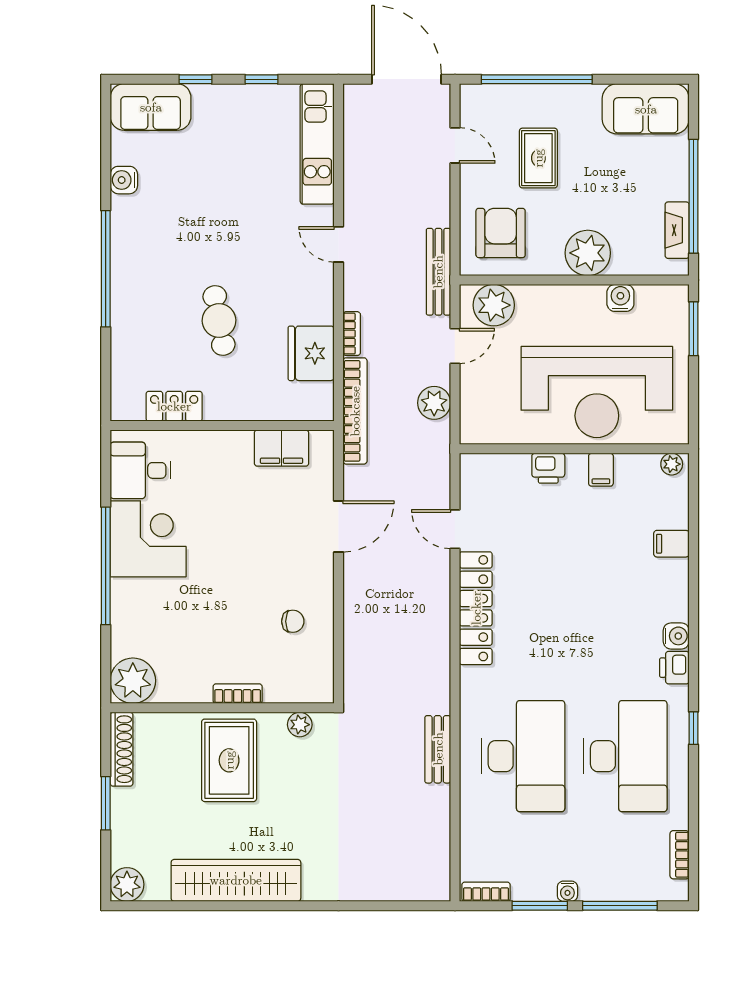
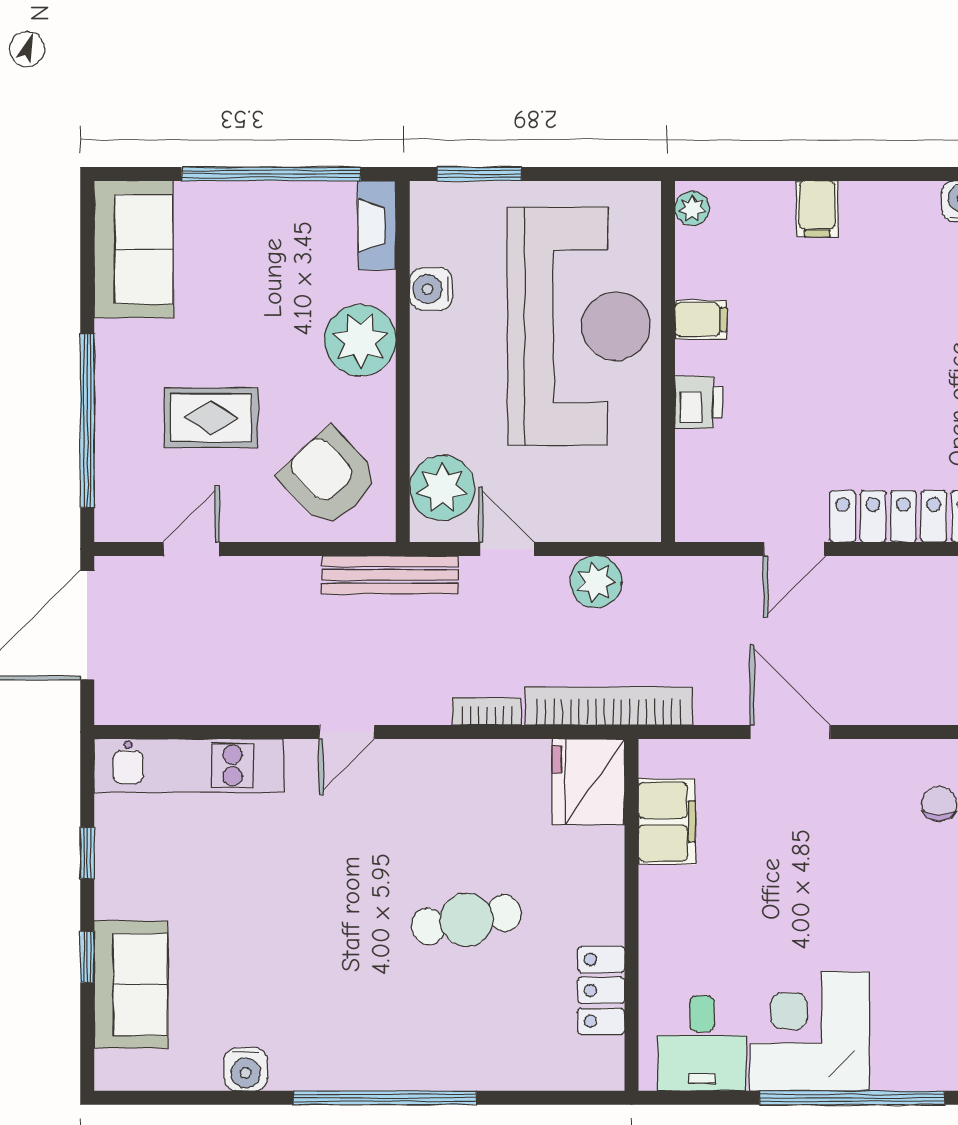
sofa: (151, 107) -> (131, 984), moved
fireplace: (677, 230) -> (377, 225), moved, turned 90
armchair: (501, 233) -> (329, 477), turned 47
fridge: (311, 353) -> (588, 782), moved, turned 90

